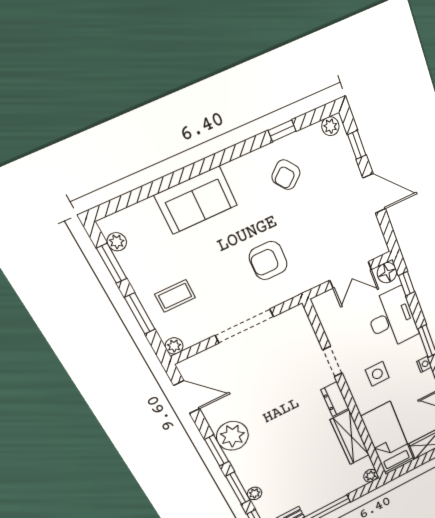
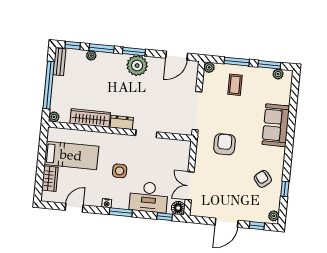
doorway: (332, 362) -> (146, 134), moved
wall: (347, 394) -> (120, 131), moved
dresser: (335, 399) -> (122, 122), moved
wardrobe: (350, 437) -> (90, 118), moved
plant: (371, 476) -> (54, 117), moved

